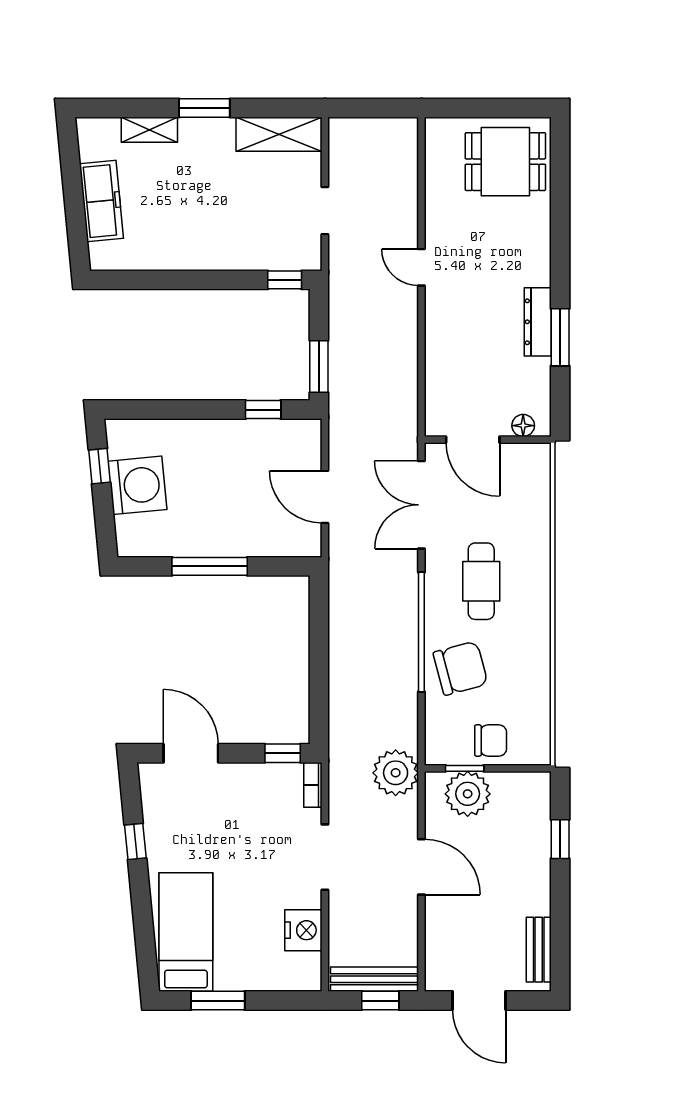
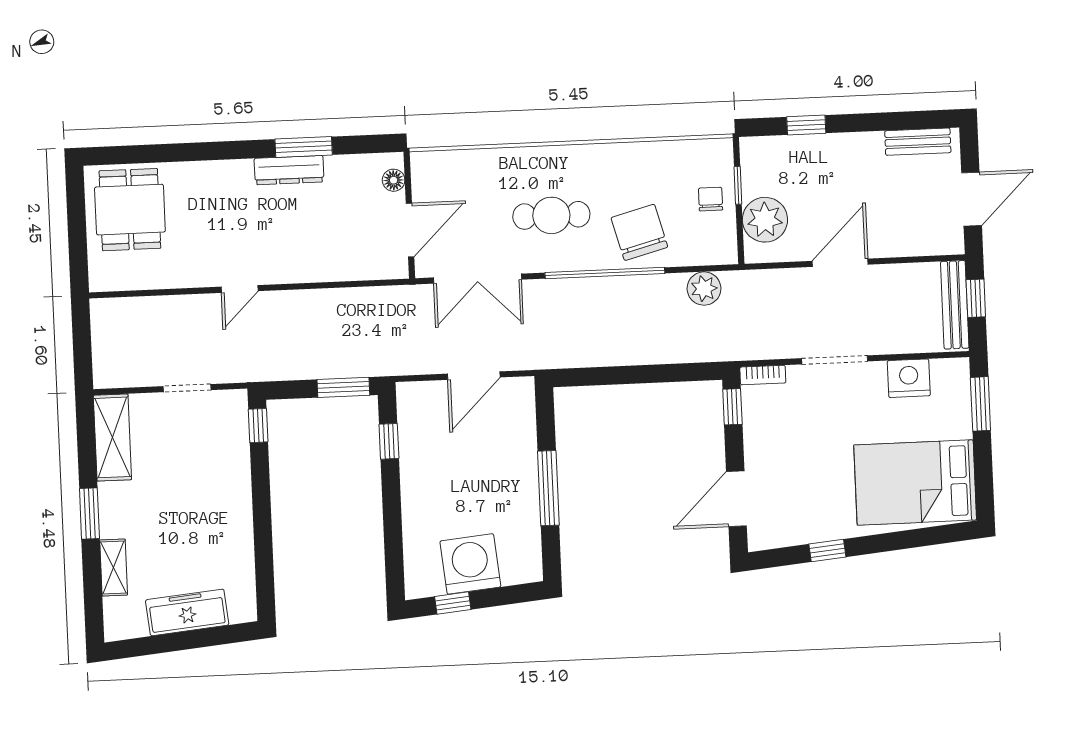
chair: (491, 740) -> (711, 199), width x0.73, depth x0.73
window: (465, 768) -> (738, 185), moved
plant: (396, 773) -> (704, 289), moved, width x0.73, depth x0.73
bed: (186, 932) -> (915, 482), width x1.50
window: (218, 1001) -> (980, 404), moved

